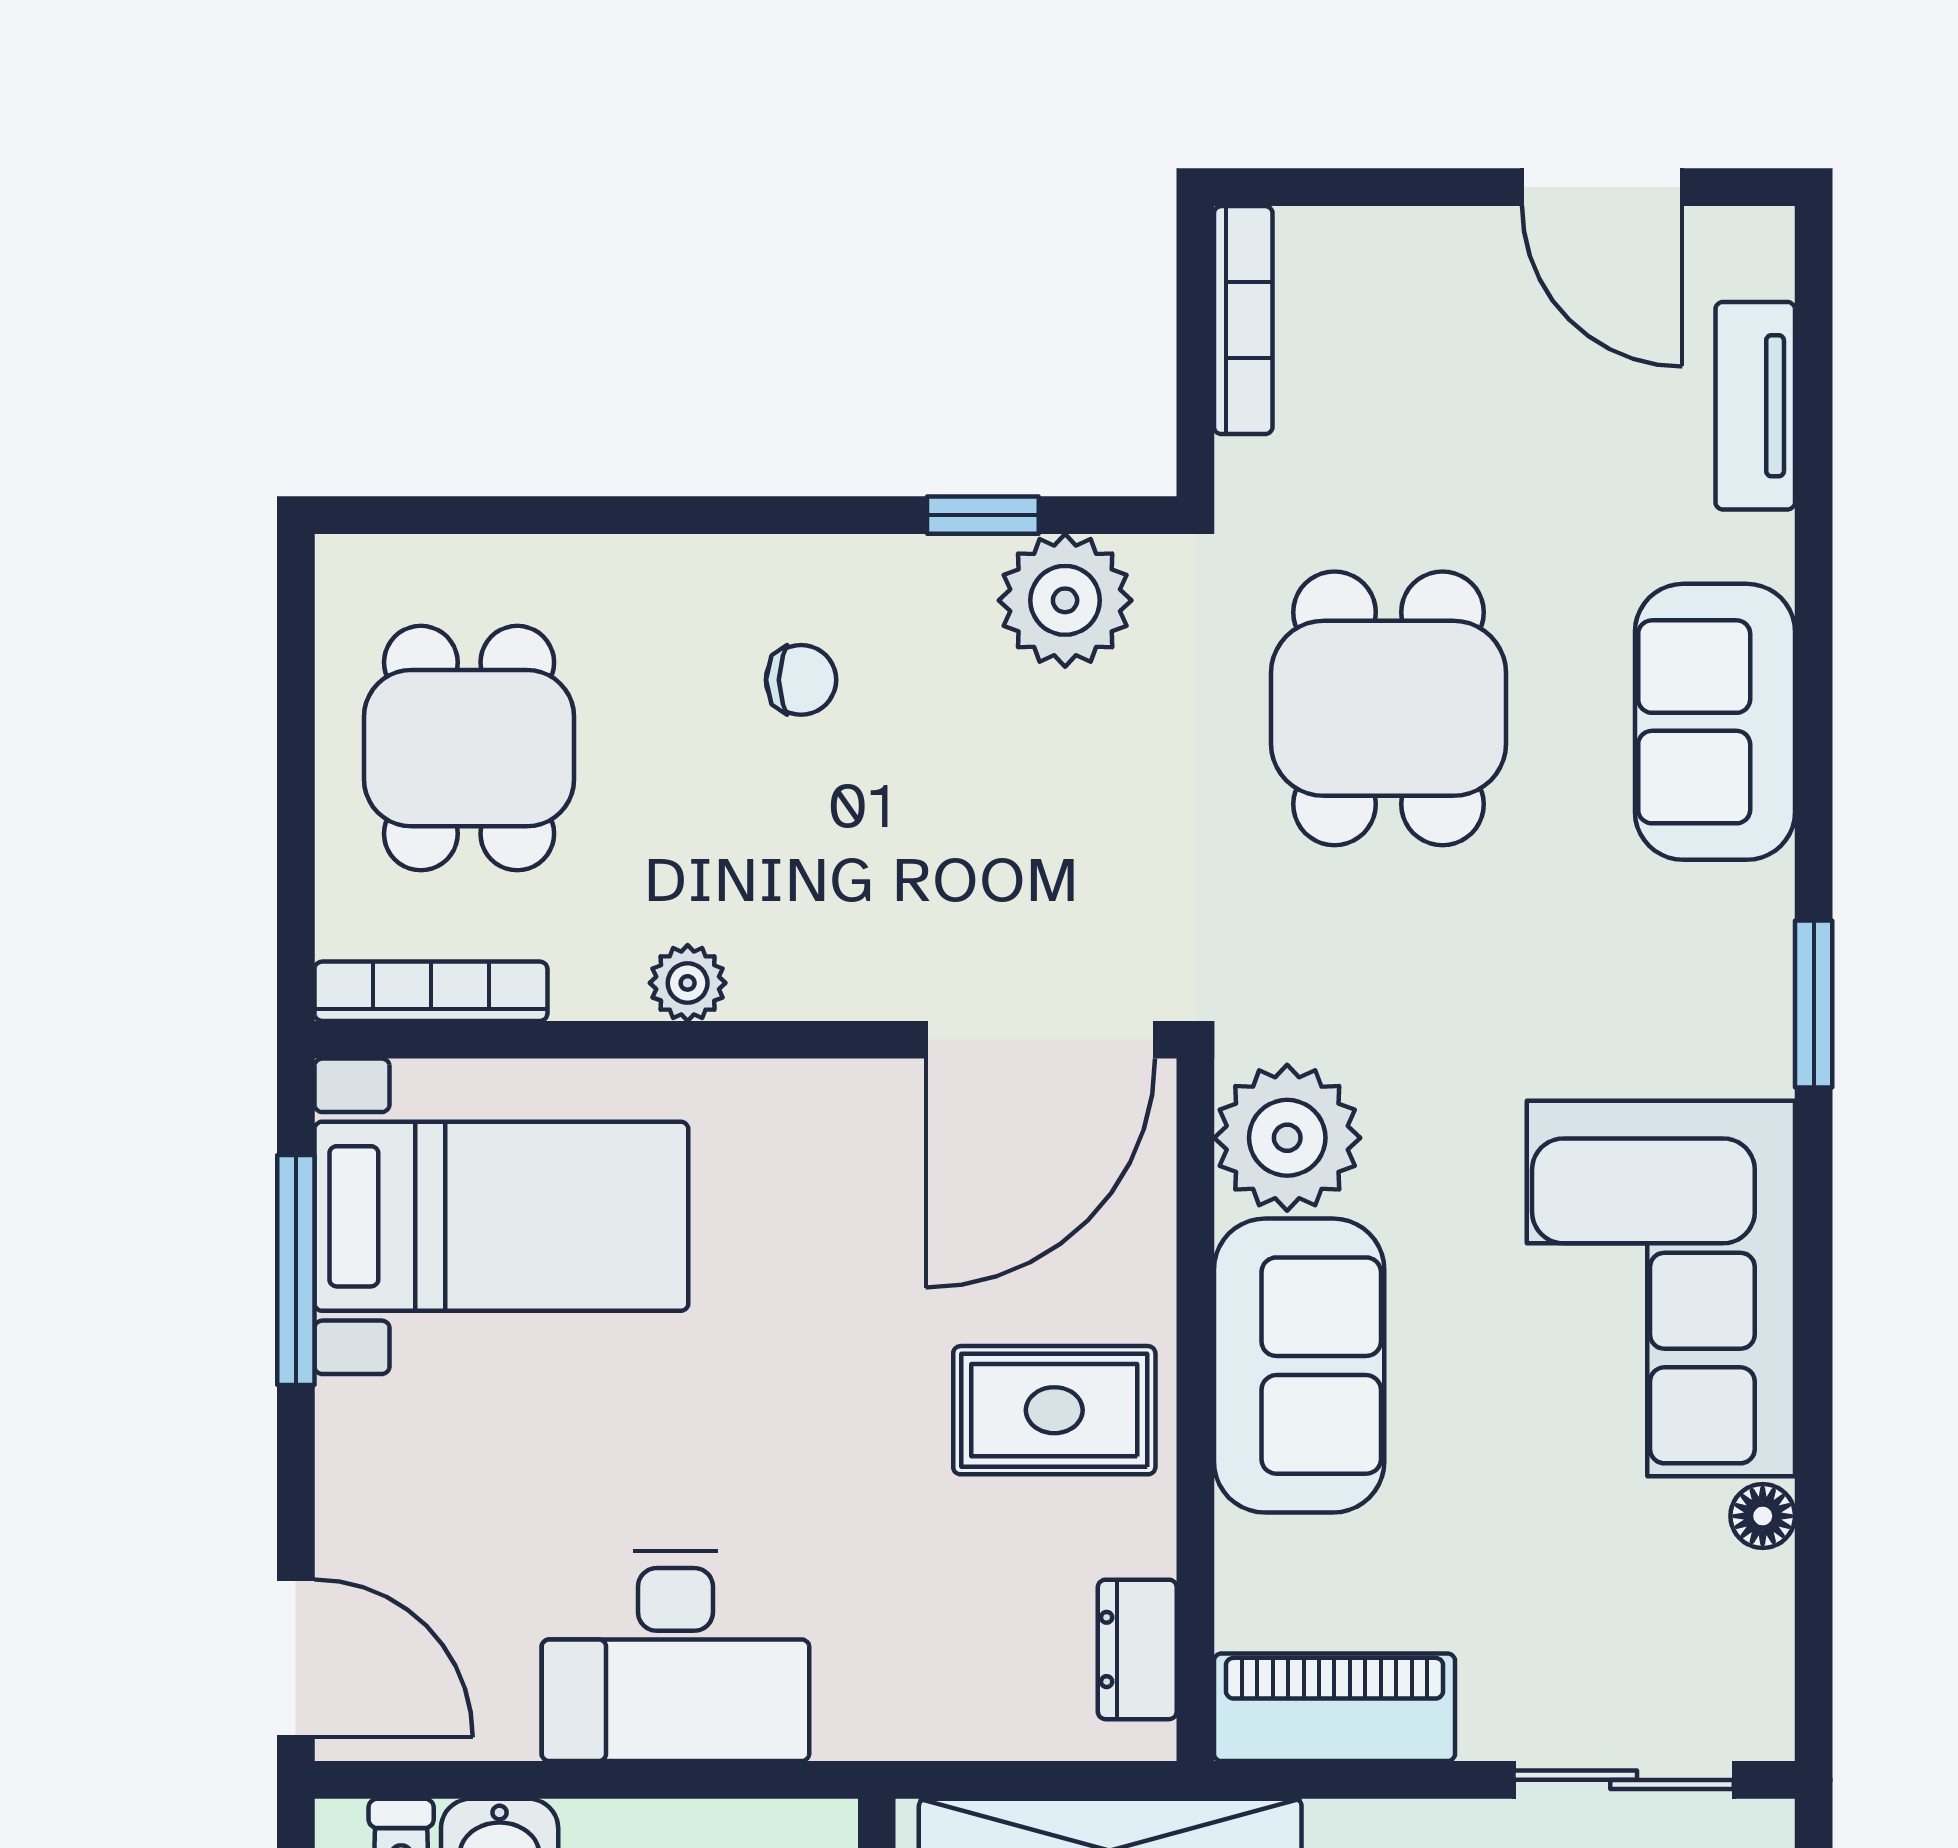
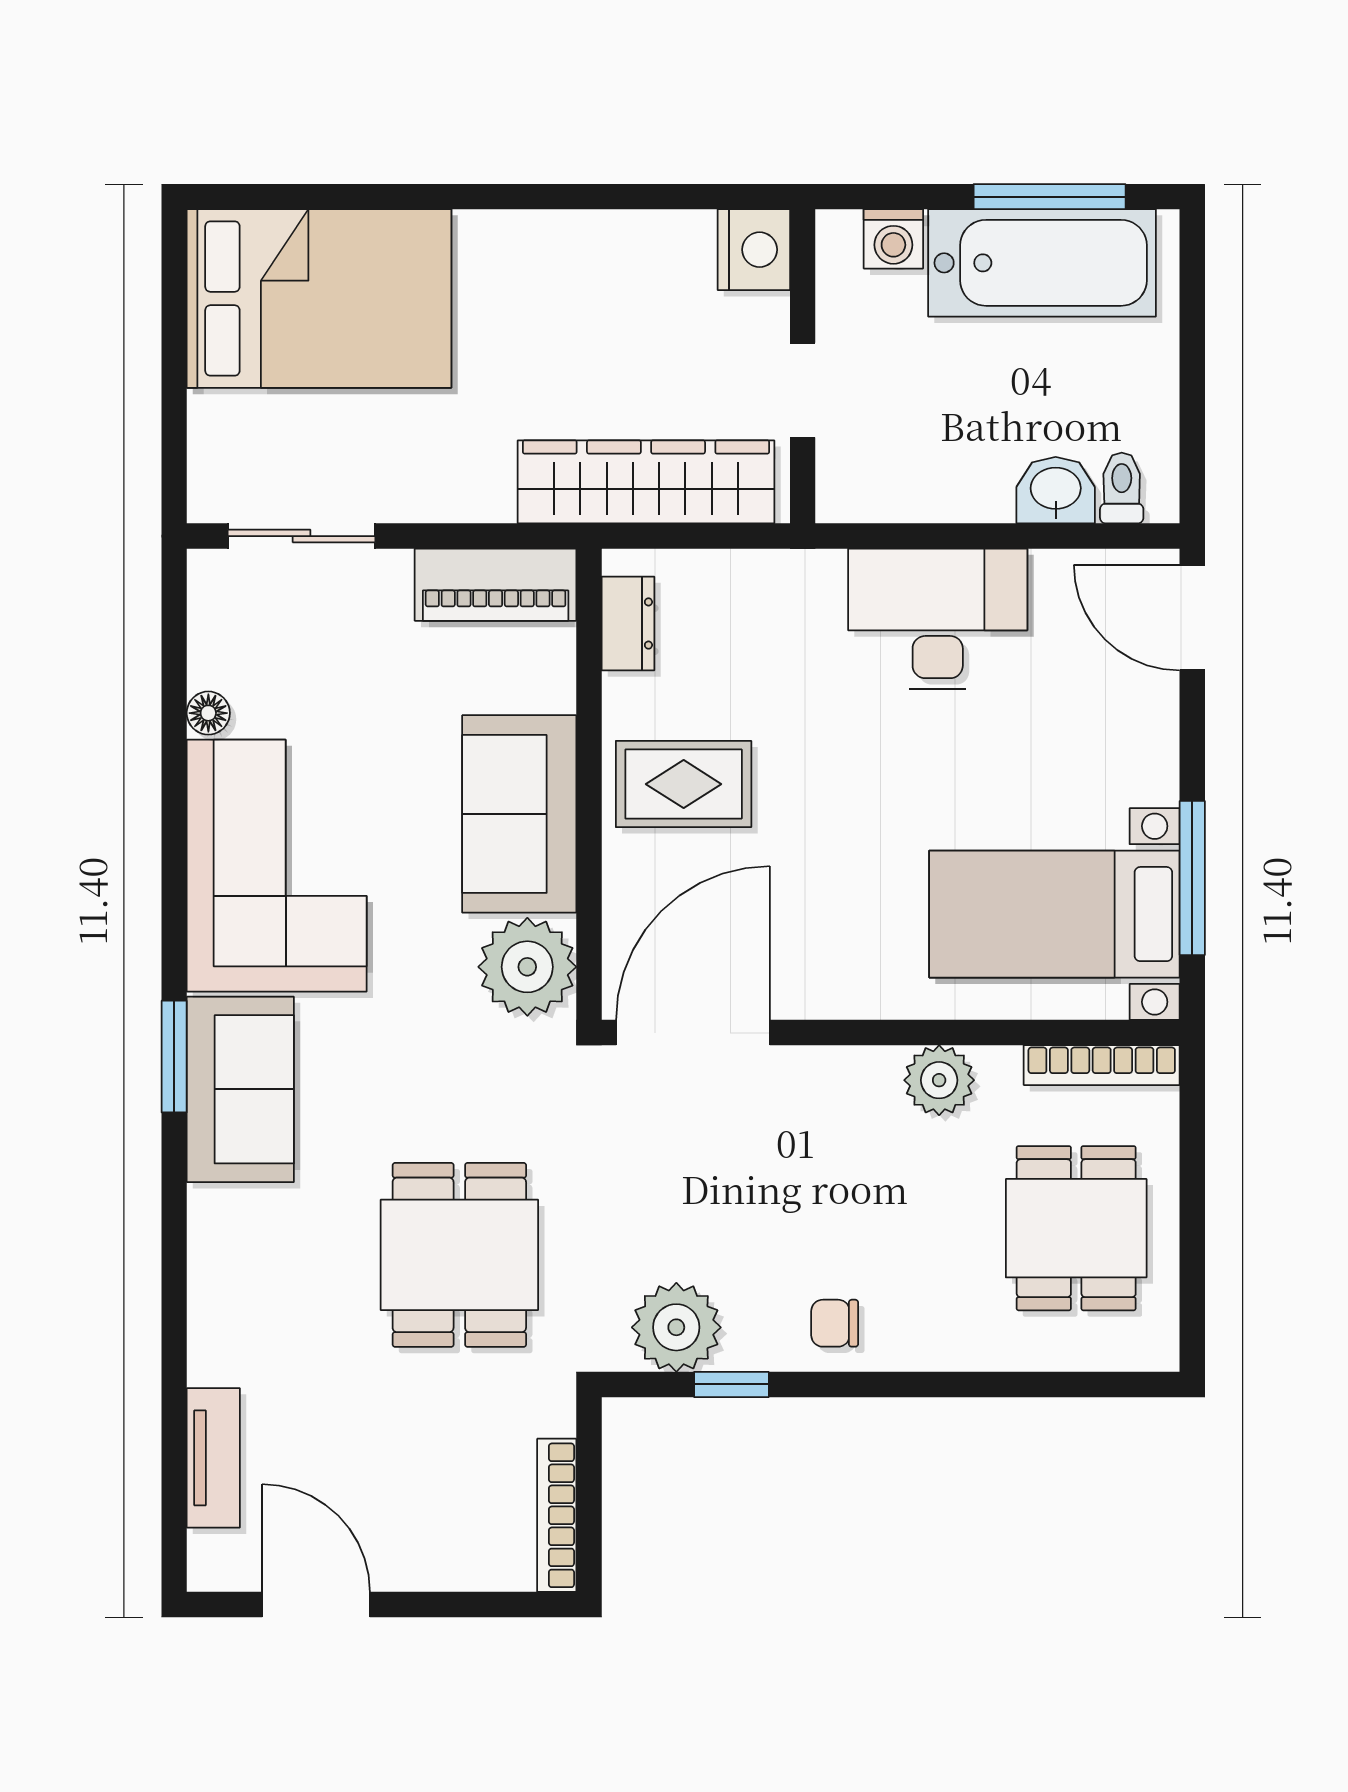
chair: (801, 680) -> (835, 1323), moved
sofa: (1715, 722) -> (240, 1089), moved
plant: (688, 983) -> (939, 1080), width x1.38, depth x1.38

